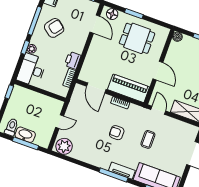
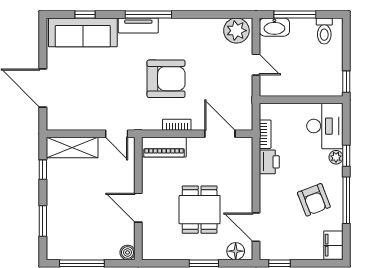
armchair: (54, 28) -> (314, 200), turned -59
dining table: (137, 38) -> (200, 210), moved, turned 90
door: (158, 71) -> (138, 208), moved
piano: (129, 88) -> (164, 147), width x0.73, depth x0.75
door: (60, 122) -> (256, 65), swing flipped
armchair: (117, 133) -> (166, 79), width x1.88, depth x1.88
washbasin: (25, 135) -> (274, 27), moved
coffee table: (148, 139) -> (116, 85), removed

